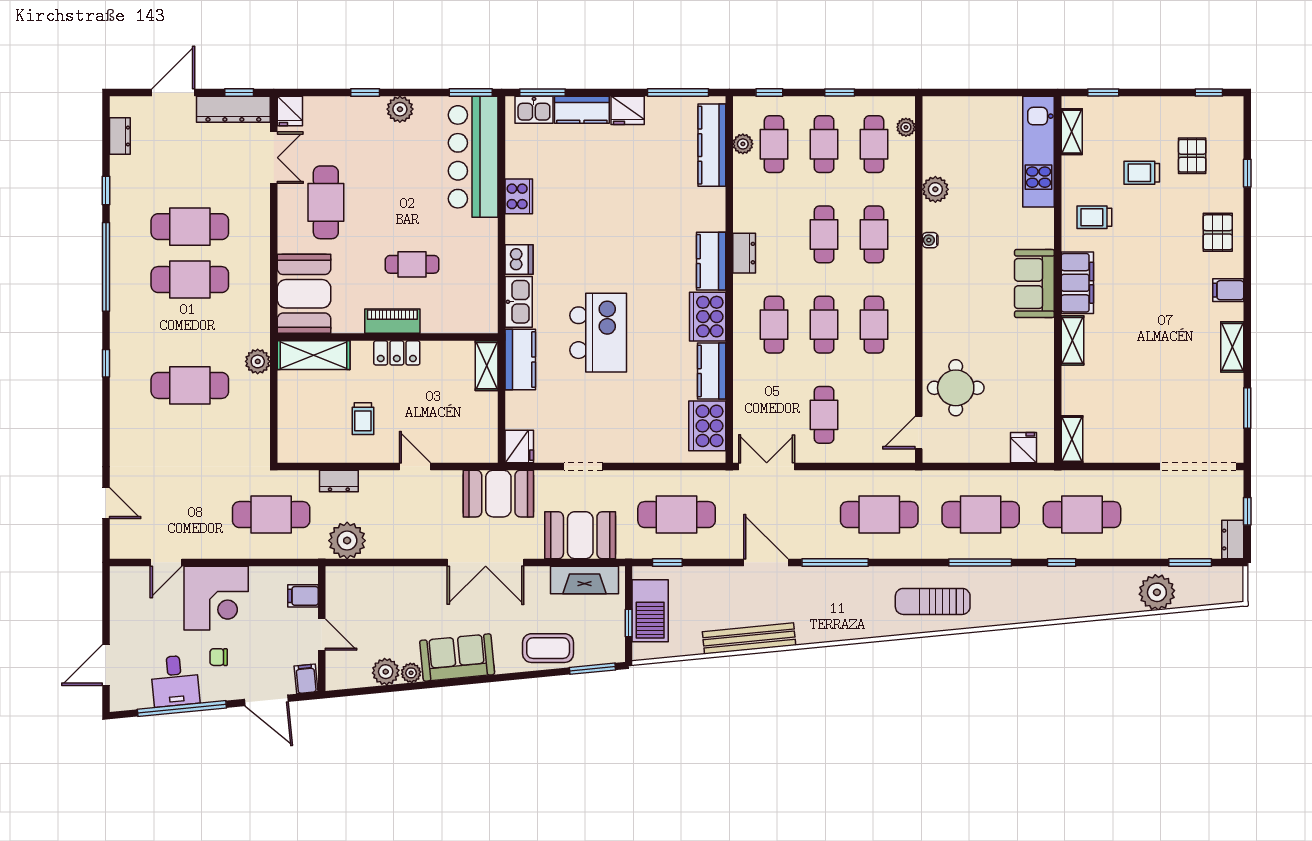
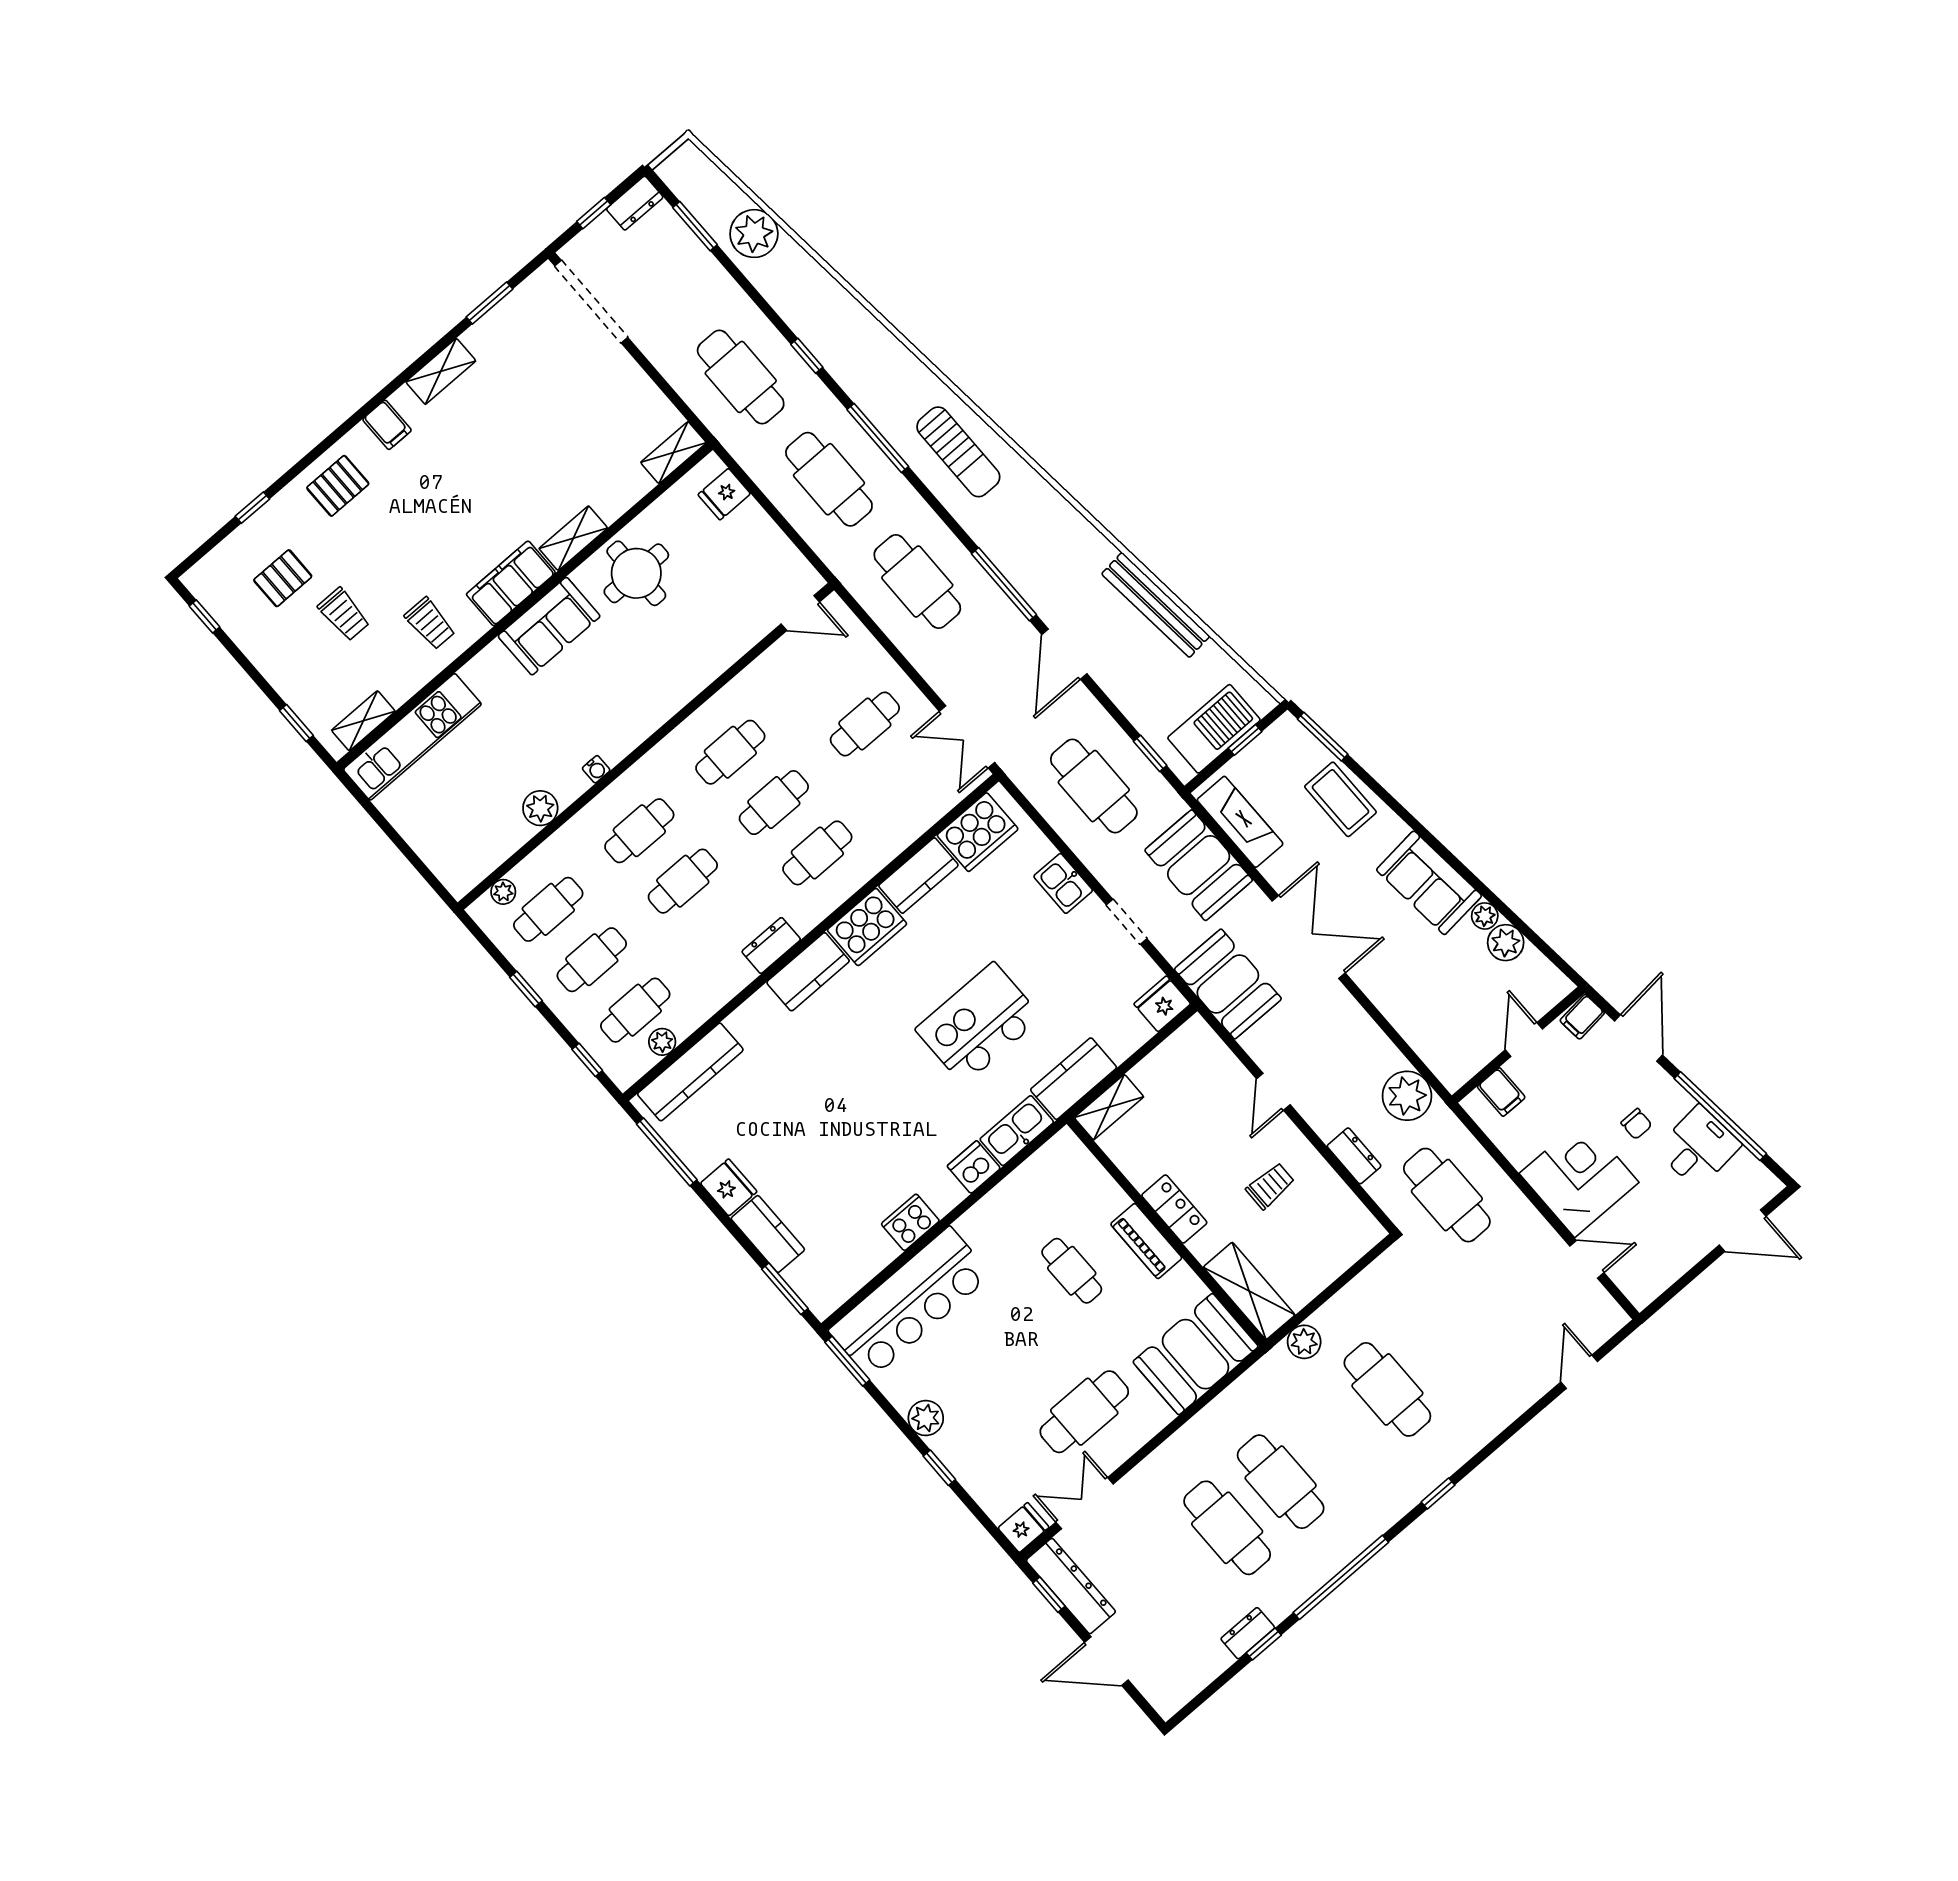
kitchen sink: (534, 110) -> (1063, 883), moved, turned 180
dresser: (120, 136) -> (1248, 1633), moved
round table: (956, 388) -> (636, 573), moved

